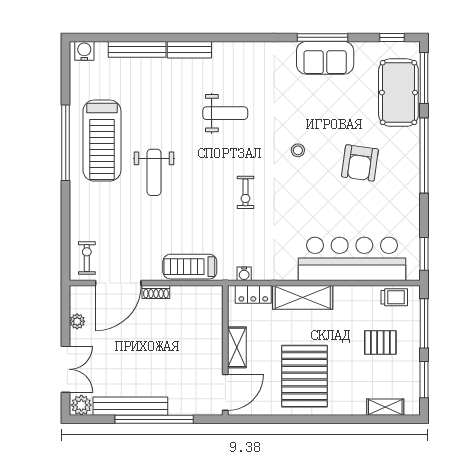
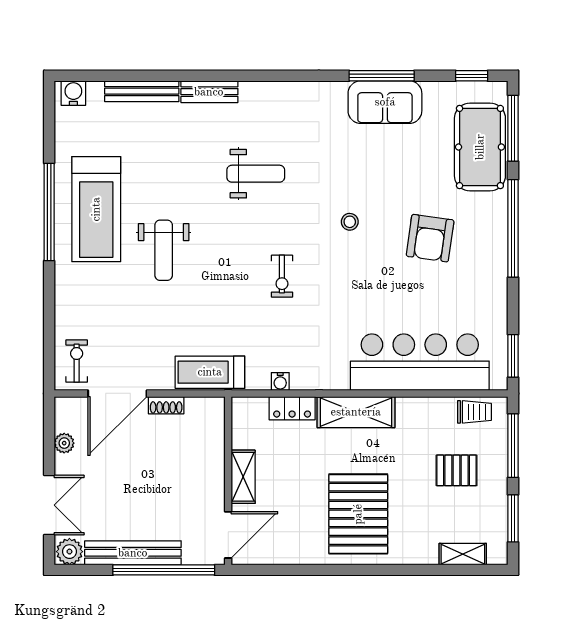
shelving: (237, 347) -> (243, 477), moved
wall: (225, 350) -> (228, 481), moved
door: (225, 392) -> (228, 535), moved

